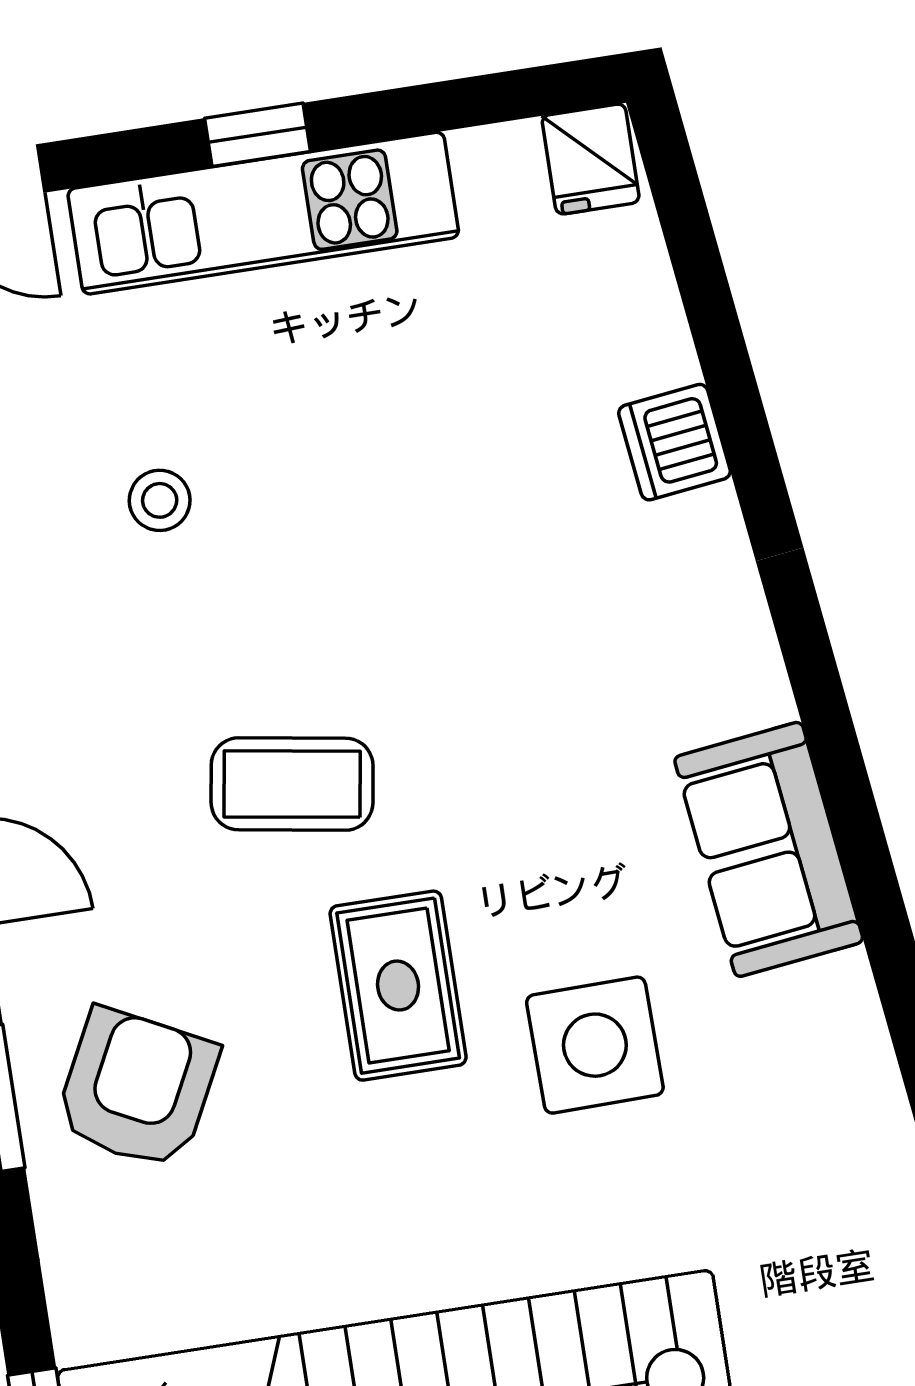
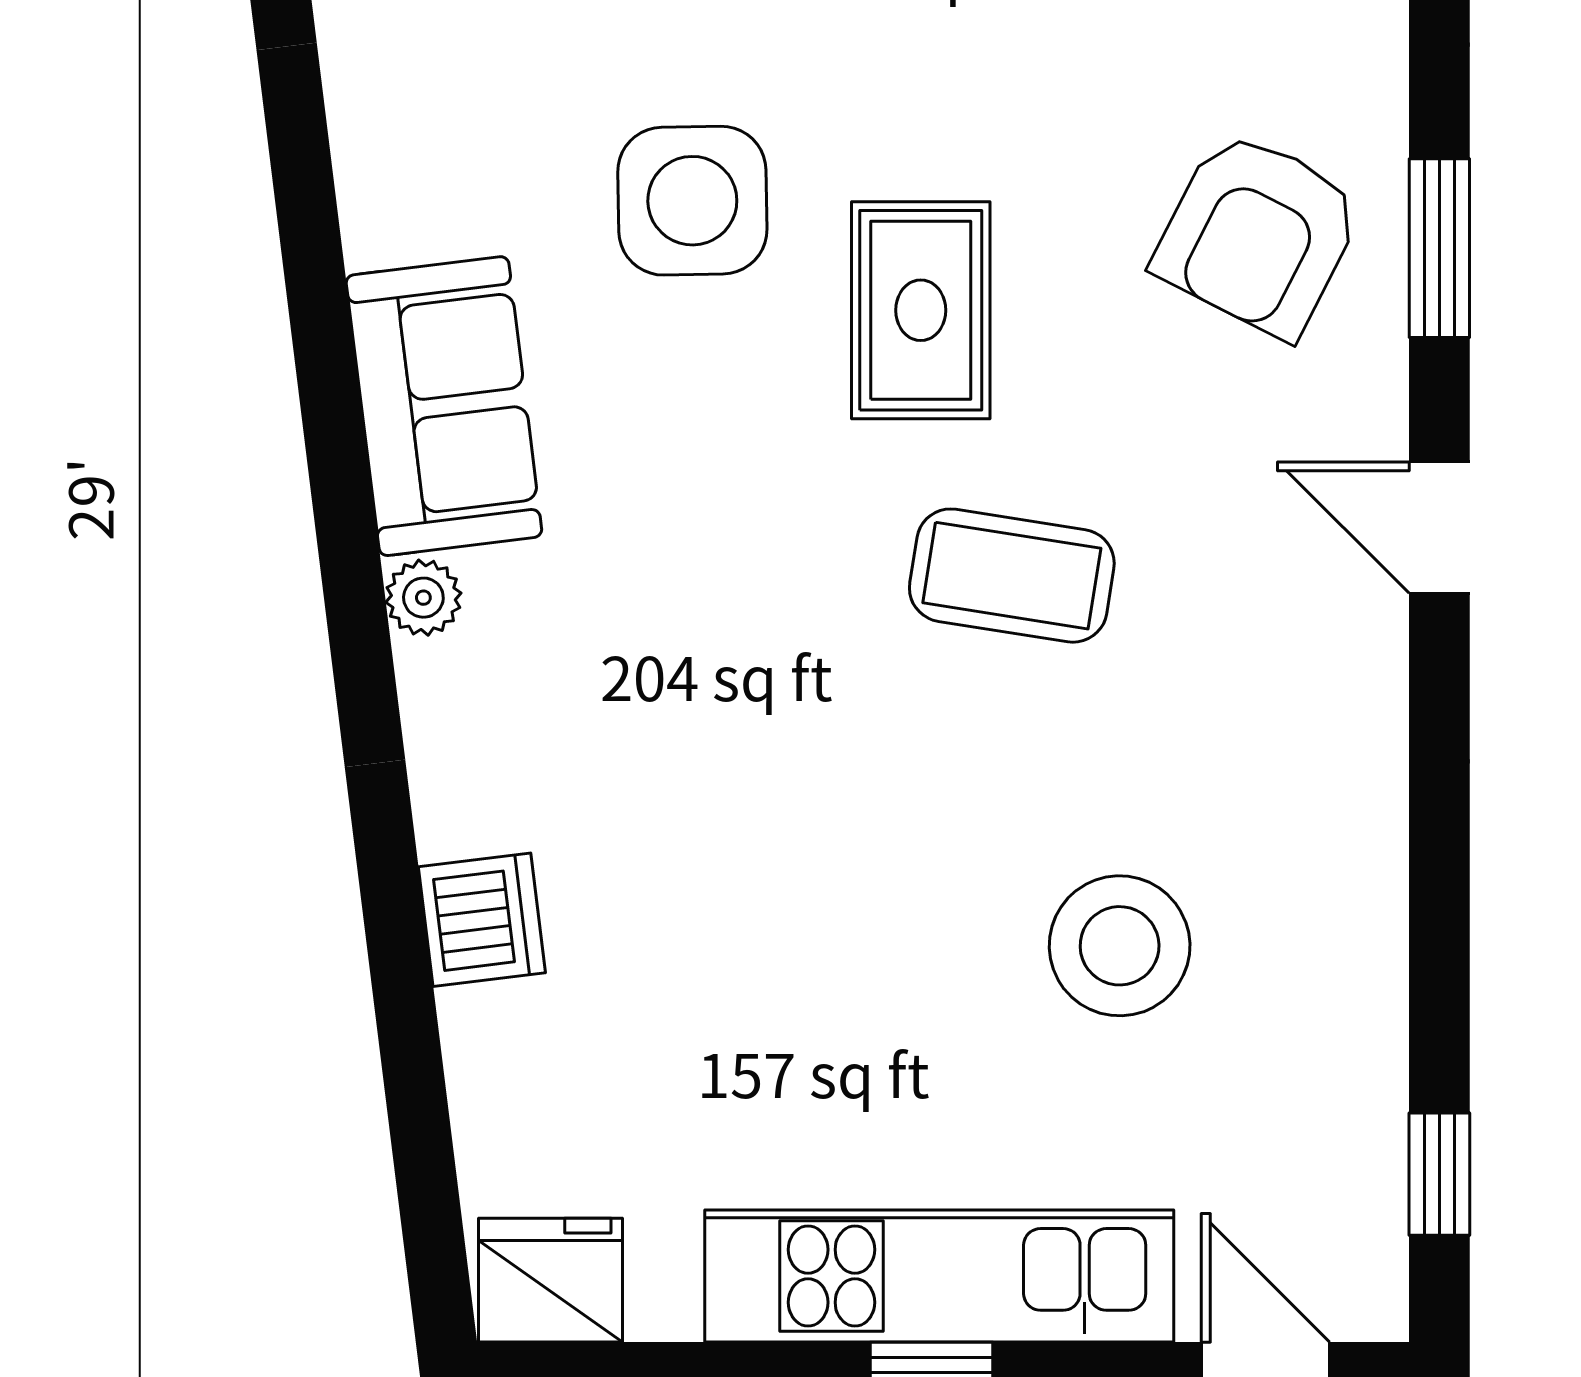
fridge: (591, 159) -> (551, 1280), width x1.38
stool: (160, 500) -> (1120, 946), width x1.89, depth x1.89
plant: (761, 693) -> (423, 598), added

